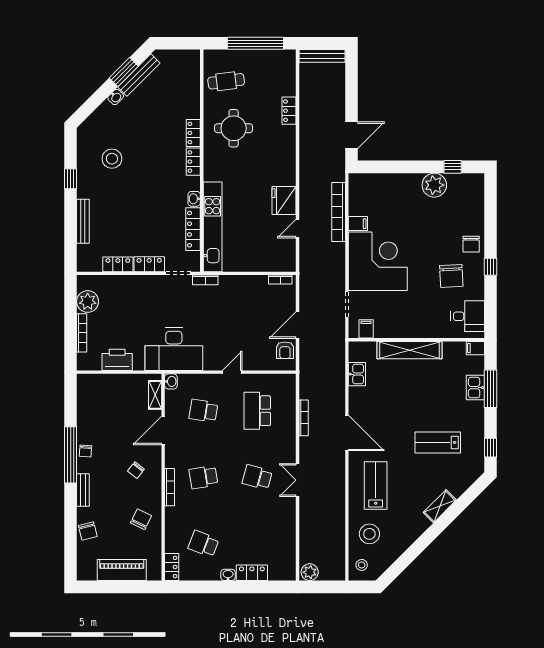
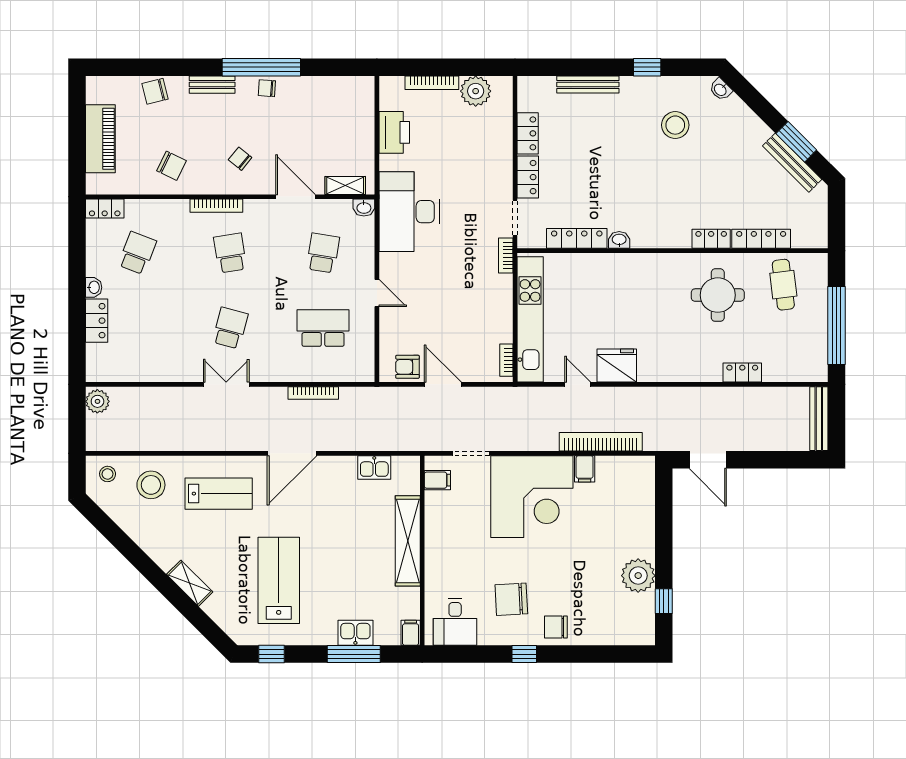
washbasin: (116, 97) -> (721, 89), moved
locker: (193, 162) -> (761, 239), moved, width x1.53
kitchen unit: (213, 227) -> (530, 319), moved, turned -90
lab bench: (438, 442) -> (279, 580), width x1.36, depth x1.39

